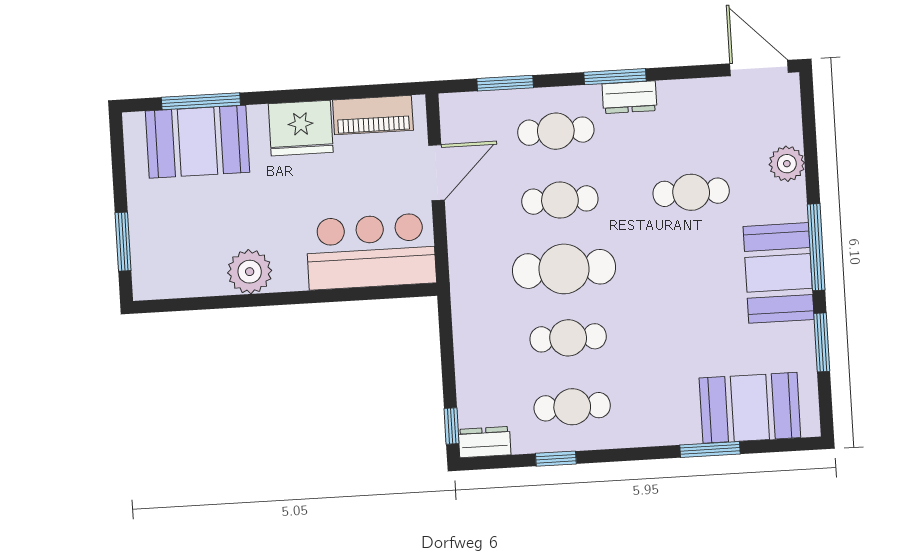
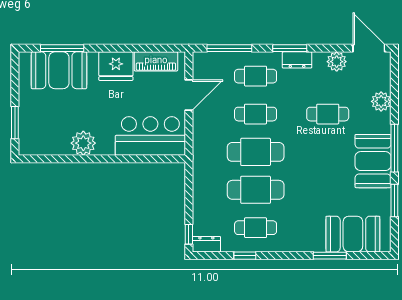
window: (505, 83) -> (229, 48), width x1.44
plant: (702, 96) -> (337, 62), added
cafe table: (568, 338) -> (256, 190), width x1.37, depth x1.35

